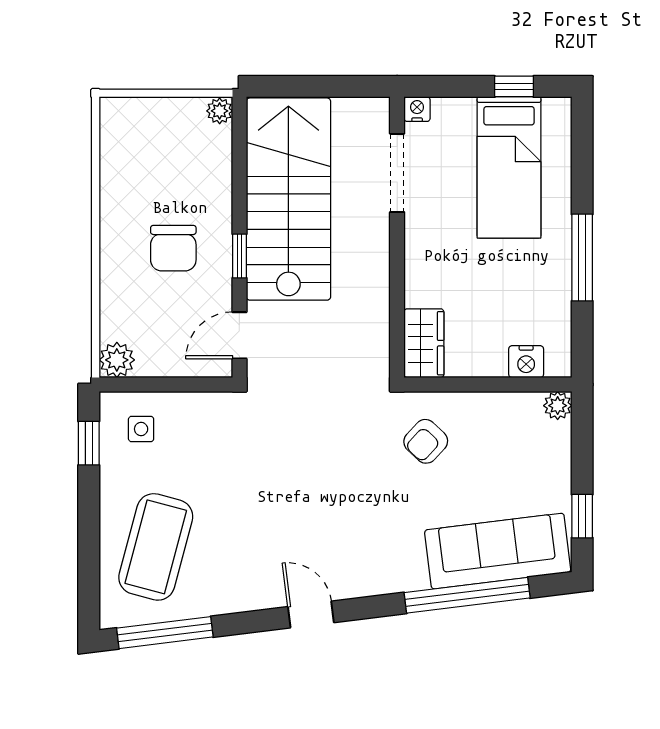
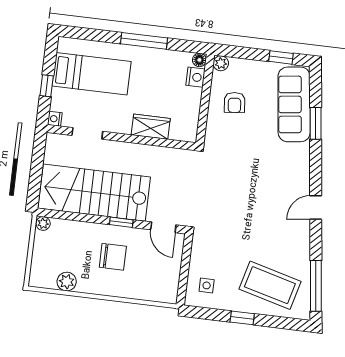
window: (514, 86) -> (47, 86), moved
doorway: (397, 173) -> (87, 133), width x0.73
wardrobe: (424, 343) -> (151, 127), moved
plant: (117, 360) -> (67, 282), moved
floor lamp: (559, 365) -> (199, 60), added
armchair: (426, 441) -> (234, 103), moved, turned 41
window: (89, 443) -> (242, 318), moved
window: (467, 595) -> (316, 123), width x0.47

